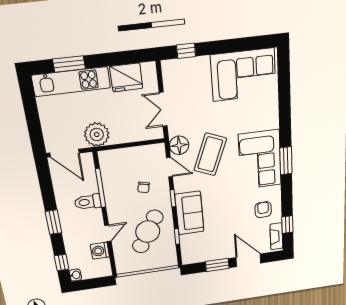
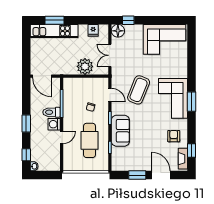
fridge: (126, 78) -> (93, 30), width x0.53, depth x0.75
plant: (97, 134) -> (85, 66), moved
floor lamp: (179, 145) -> (118, 31), moved
cafe table: (148, 232) -> (90, 140), turned -31
washing machine: (100, 251) -> (54, 124), moved

